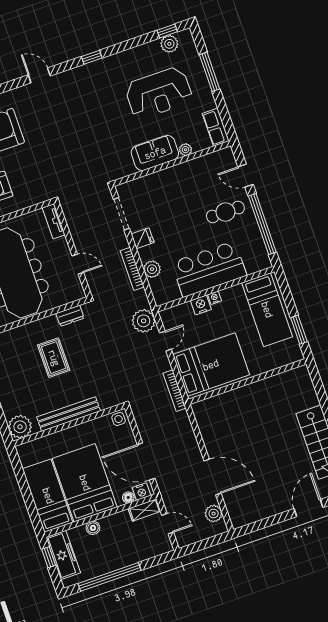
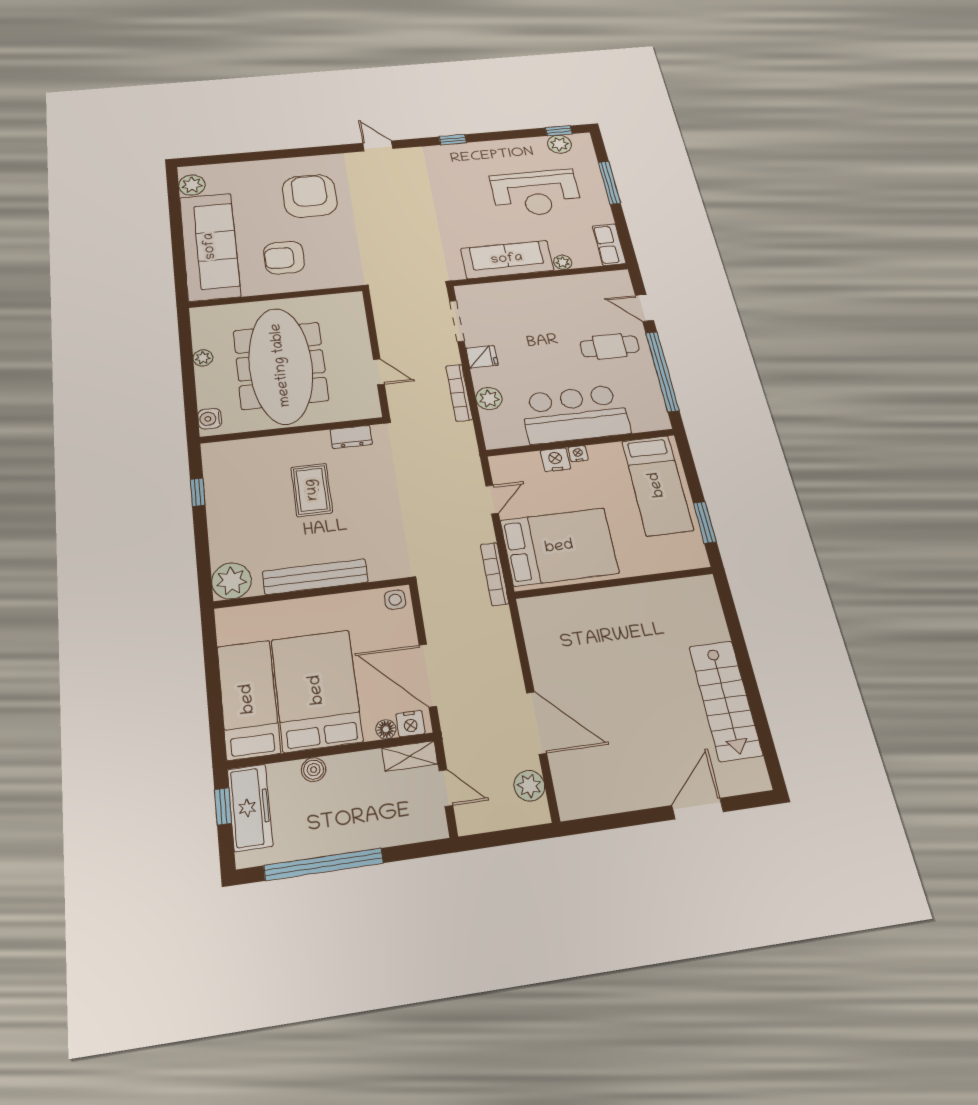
sofa: (155, 153) -> (507, 259), width x1.36
tv unit: (54, 221) -> (356, 312), removed
plant: (144, 321) -> (463, 465), removed

